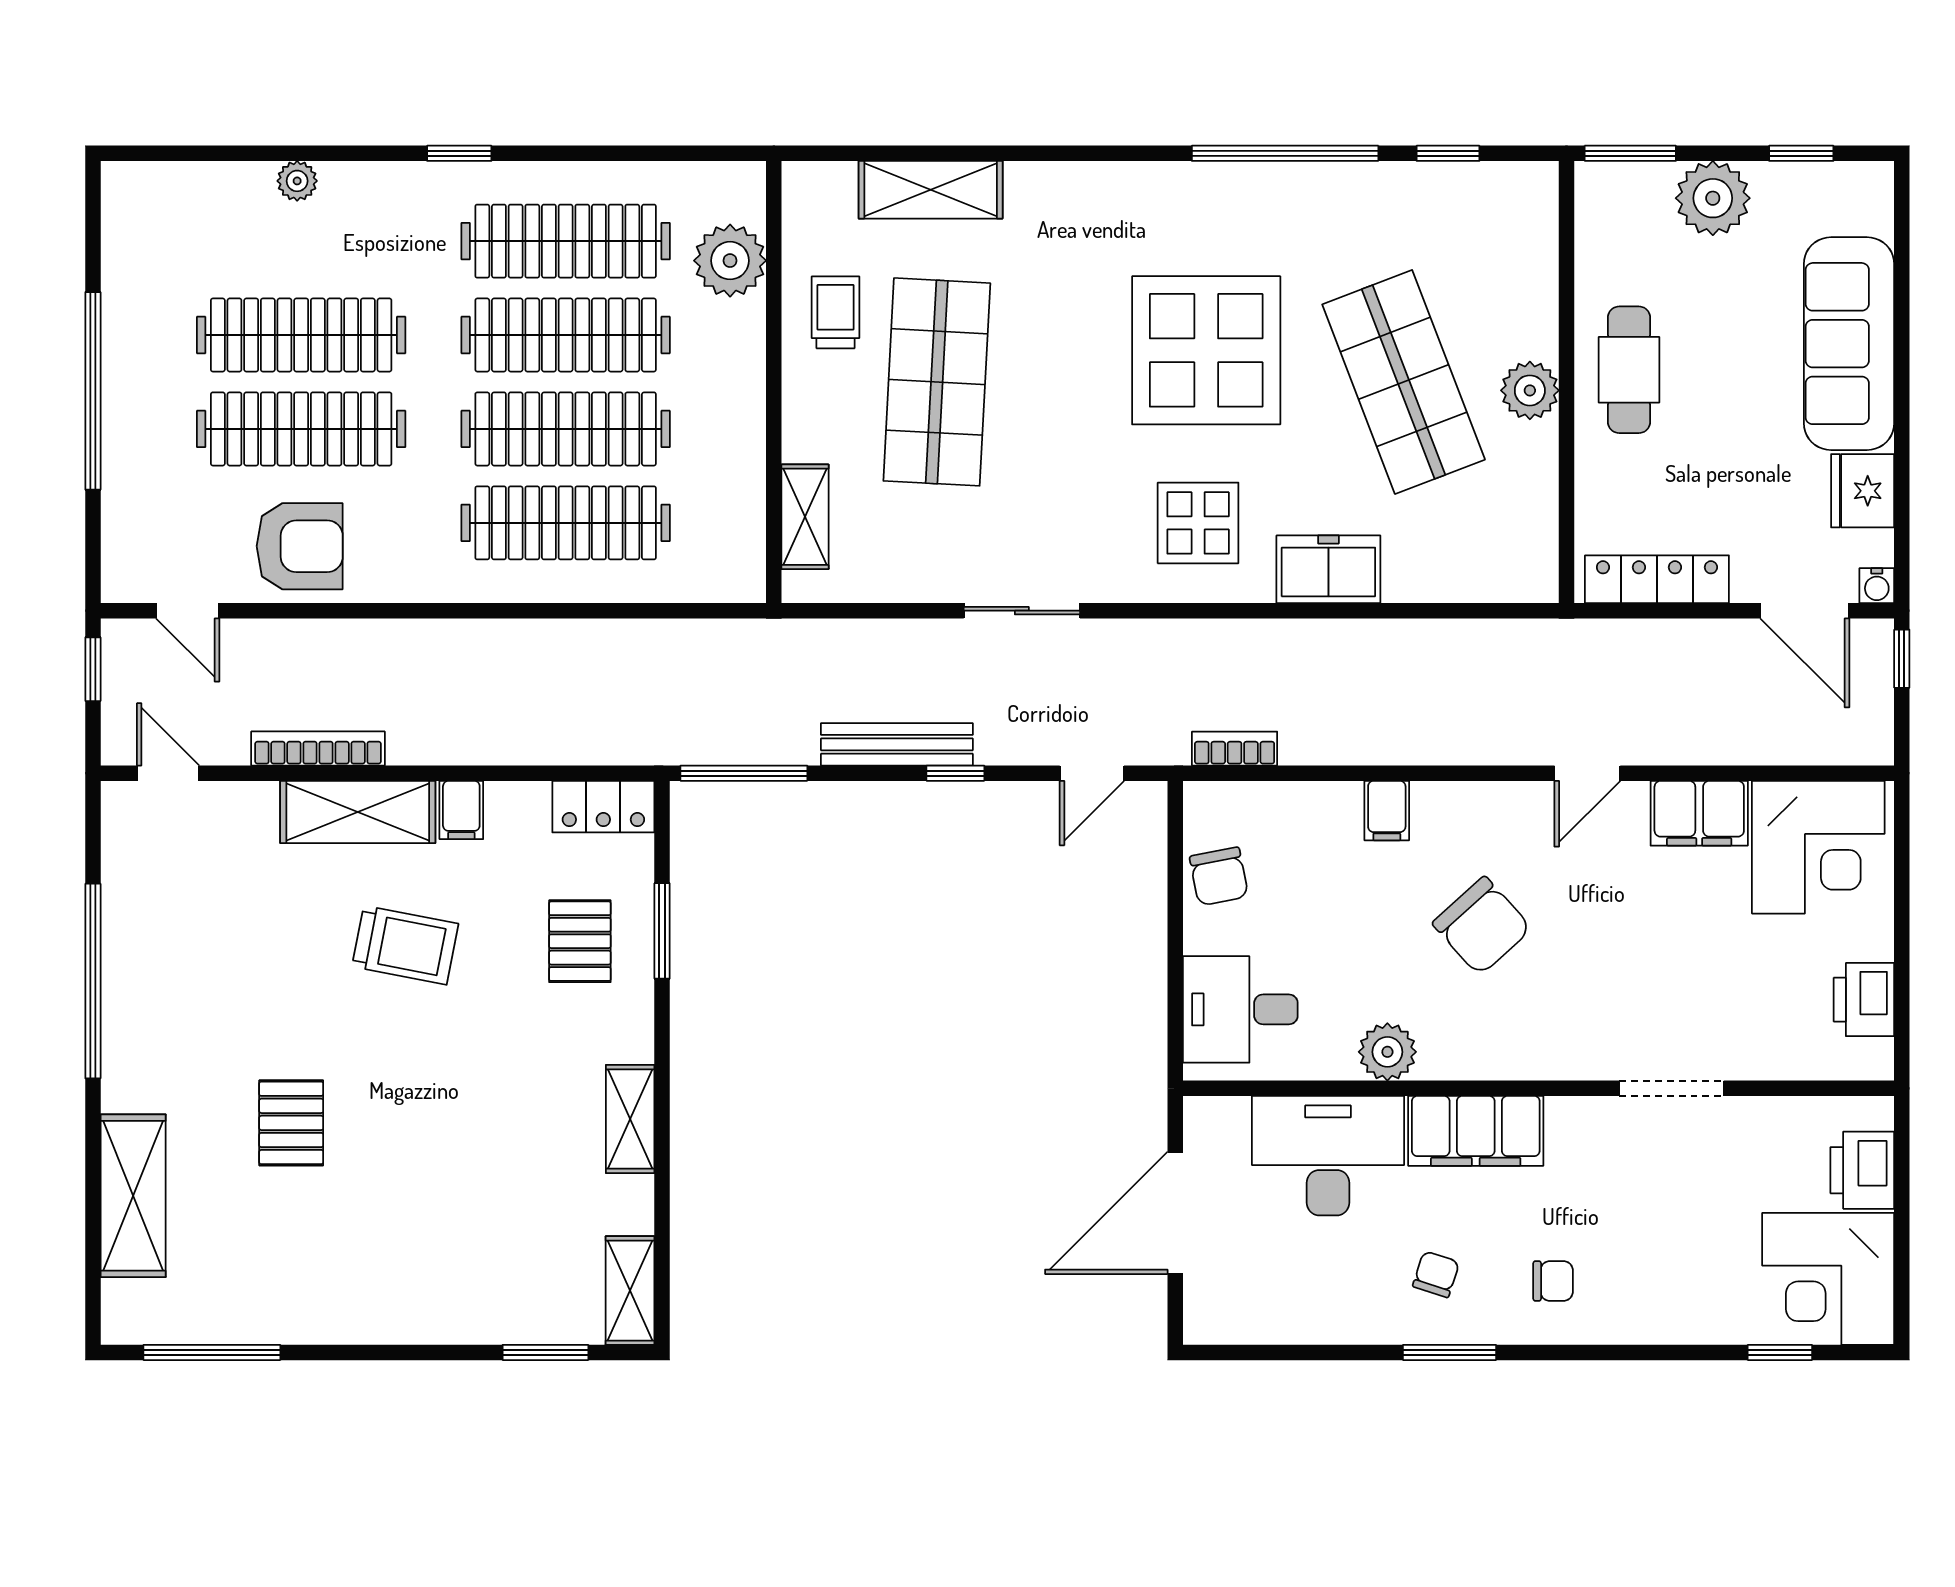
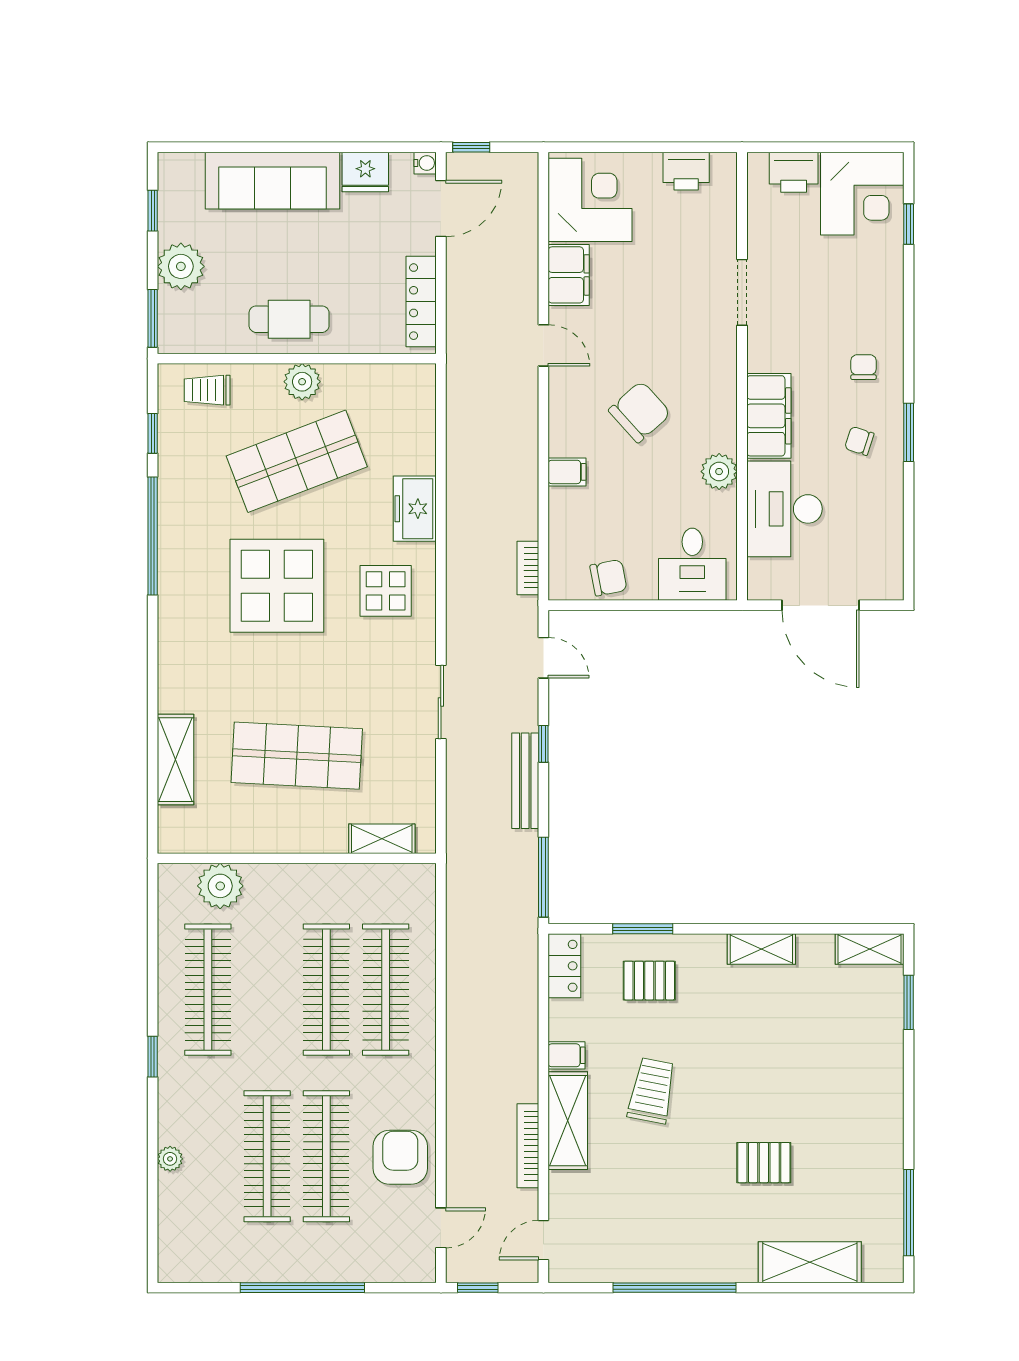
trolley: (836, 312) -> (207, 390), moved
clothes rail: (566, 335) -> (267, 990), removed

